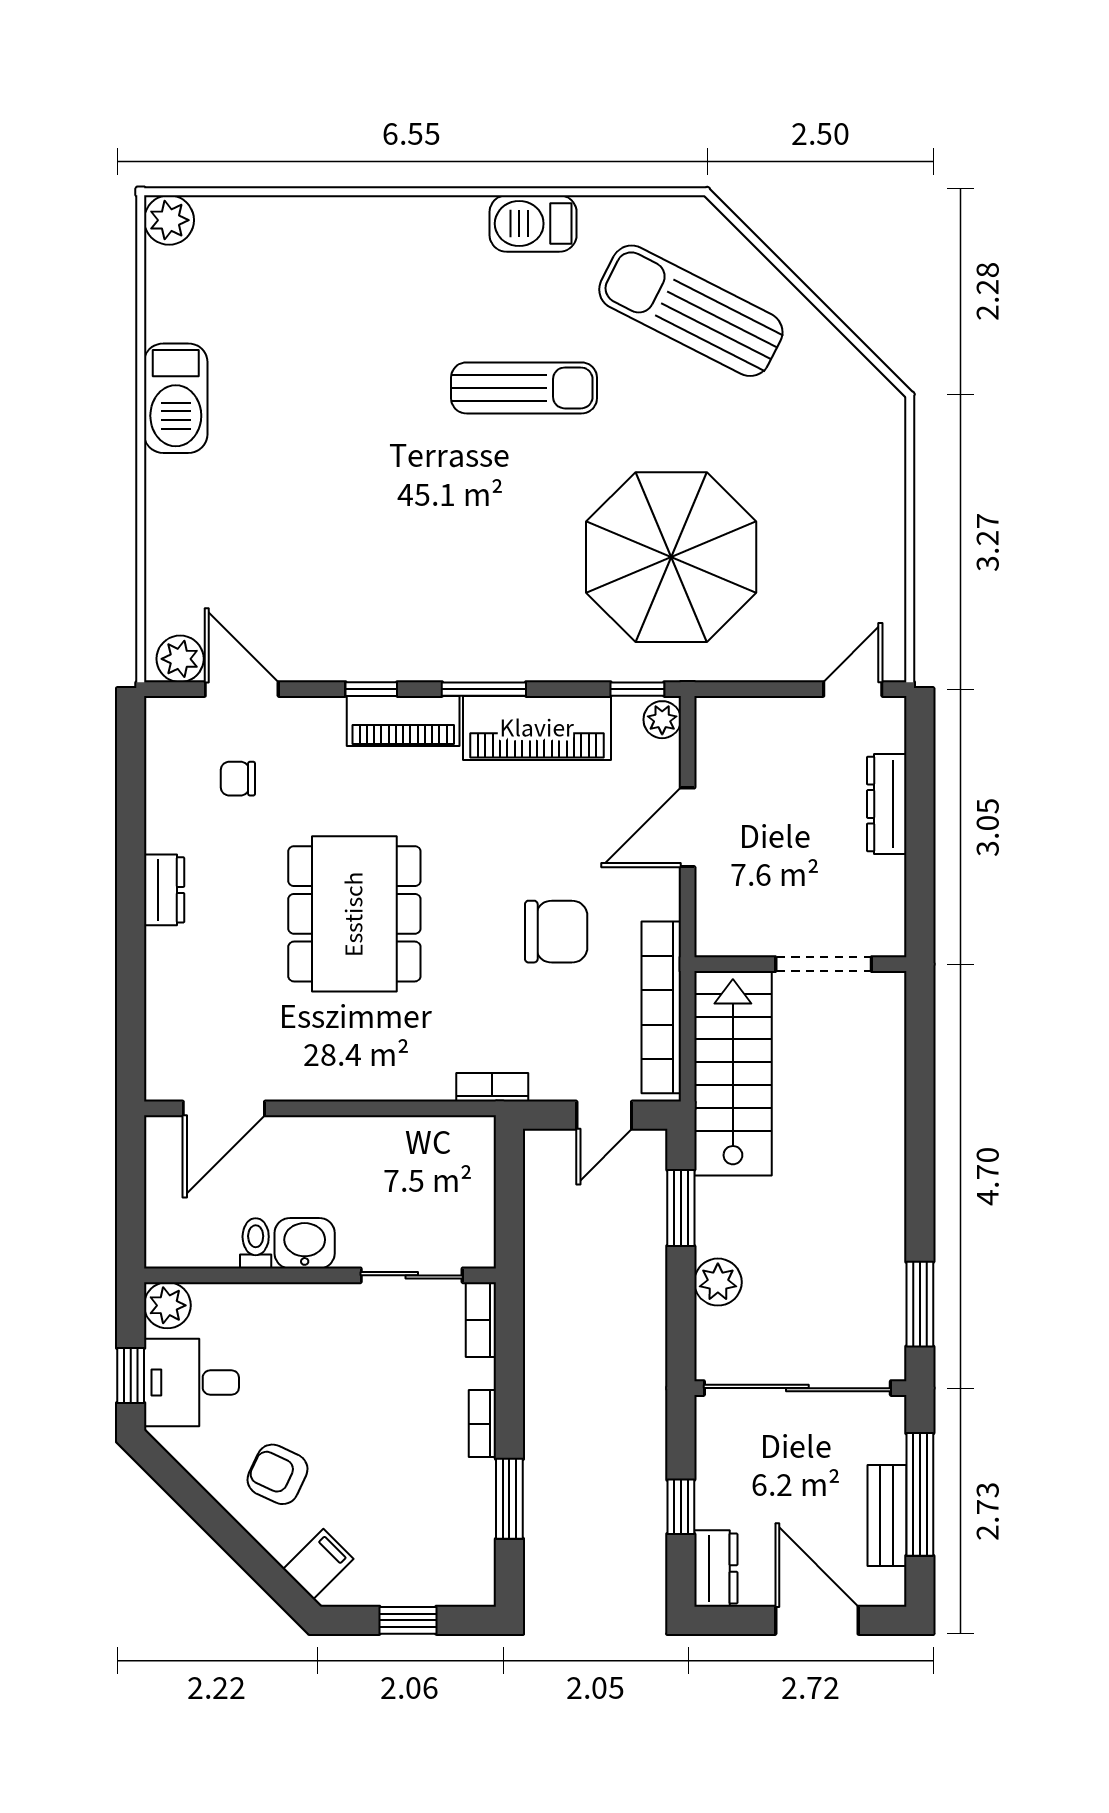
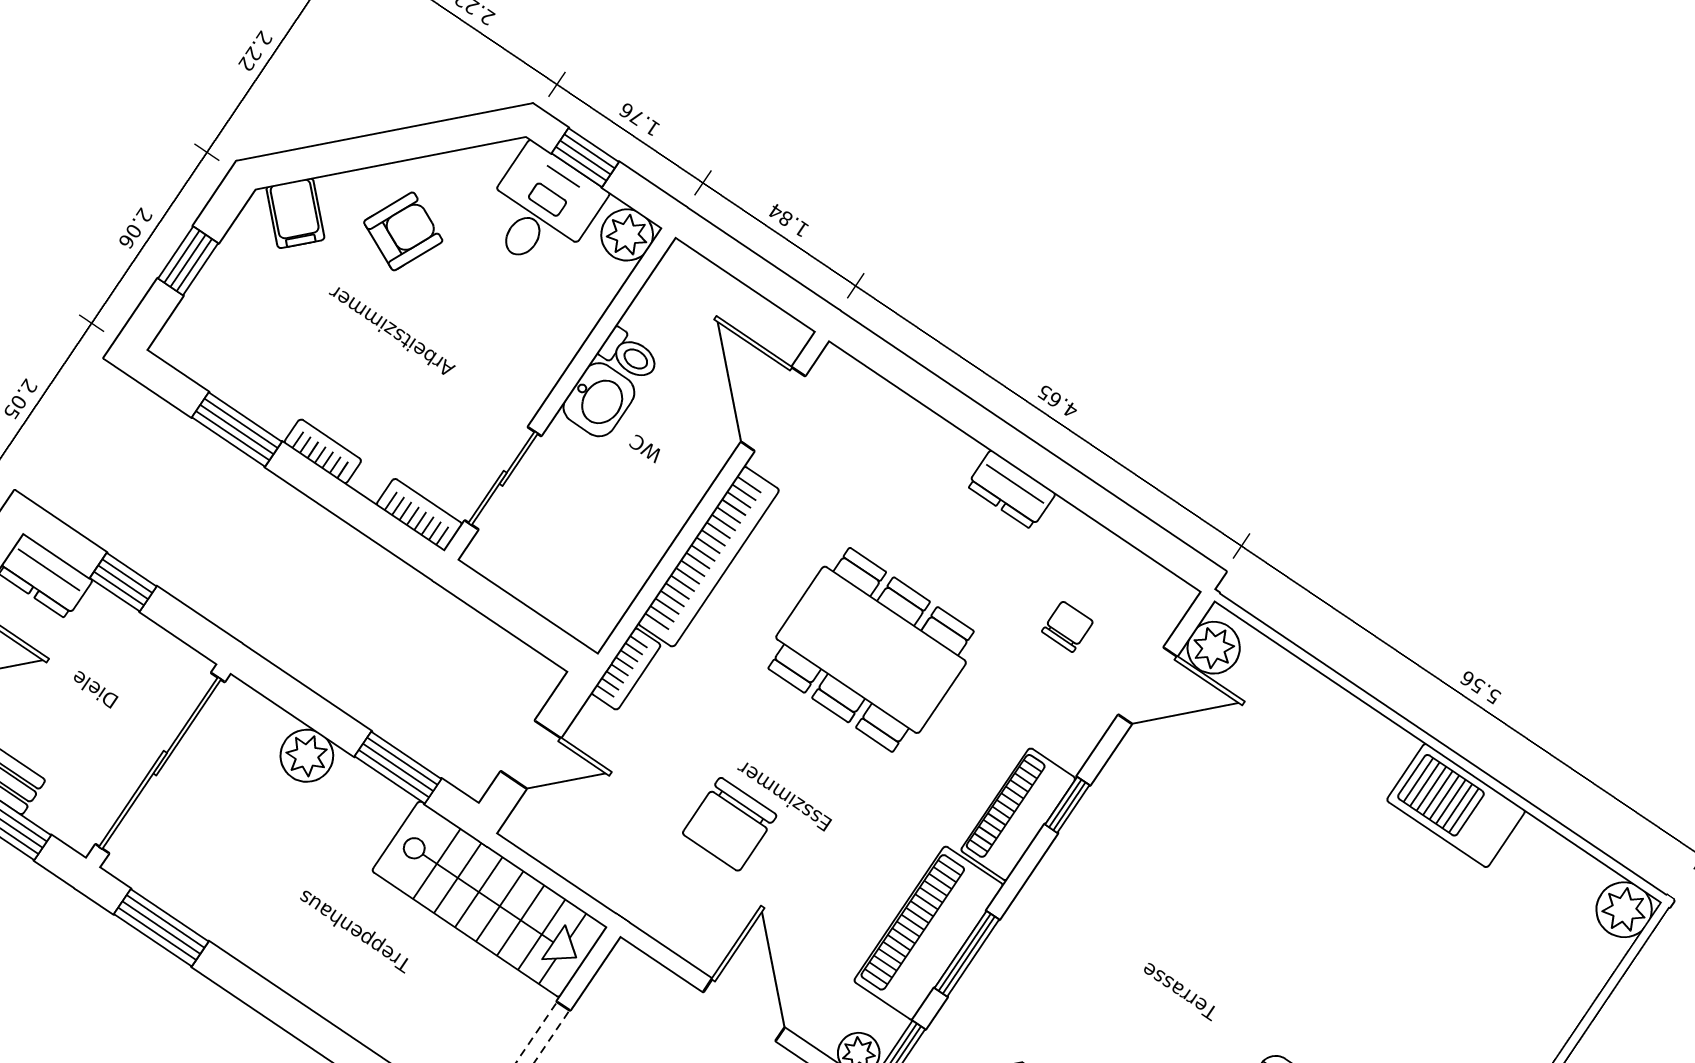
window: (484, 689) -> (967, 954), moved
bookcase: (661, 1007) -> (709, 557), moved, turned 90
door: (604, 1115) -> (531, 755), swing flipped

